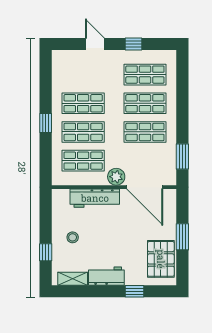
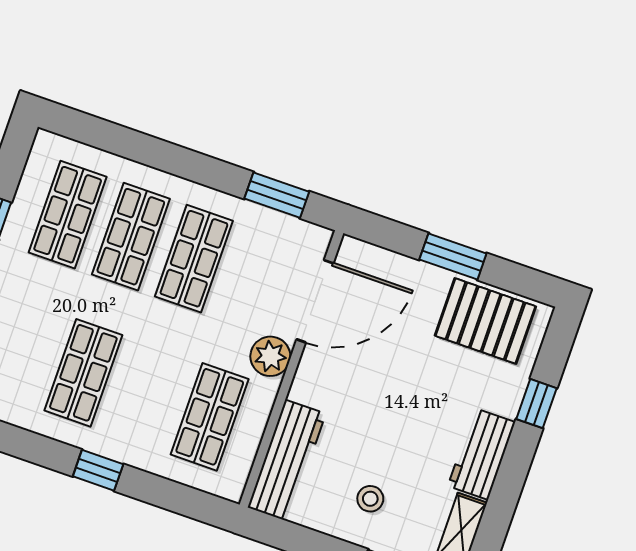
shop shelf: (83, 132) -> (147, 395), removed
workbench: (95, 198) -> (287, 461), moved

